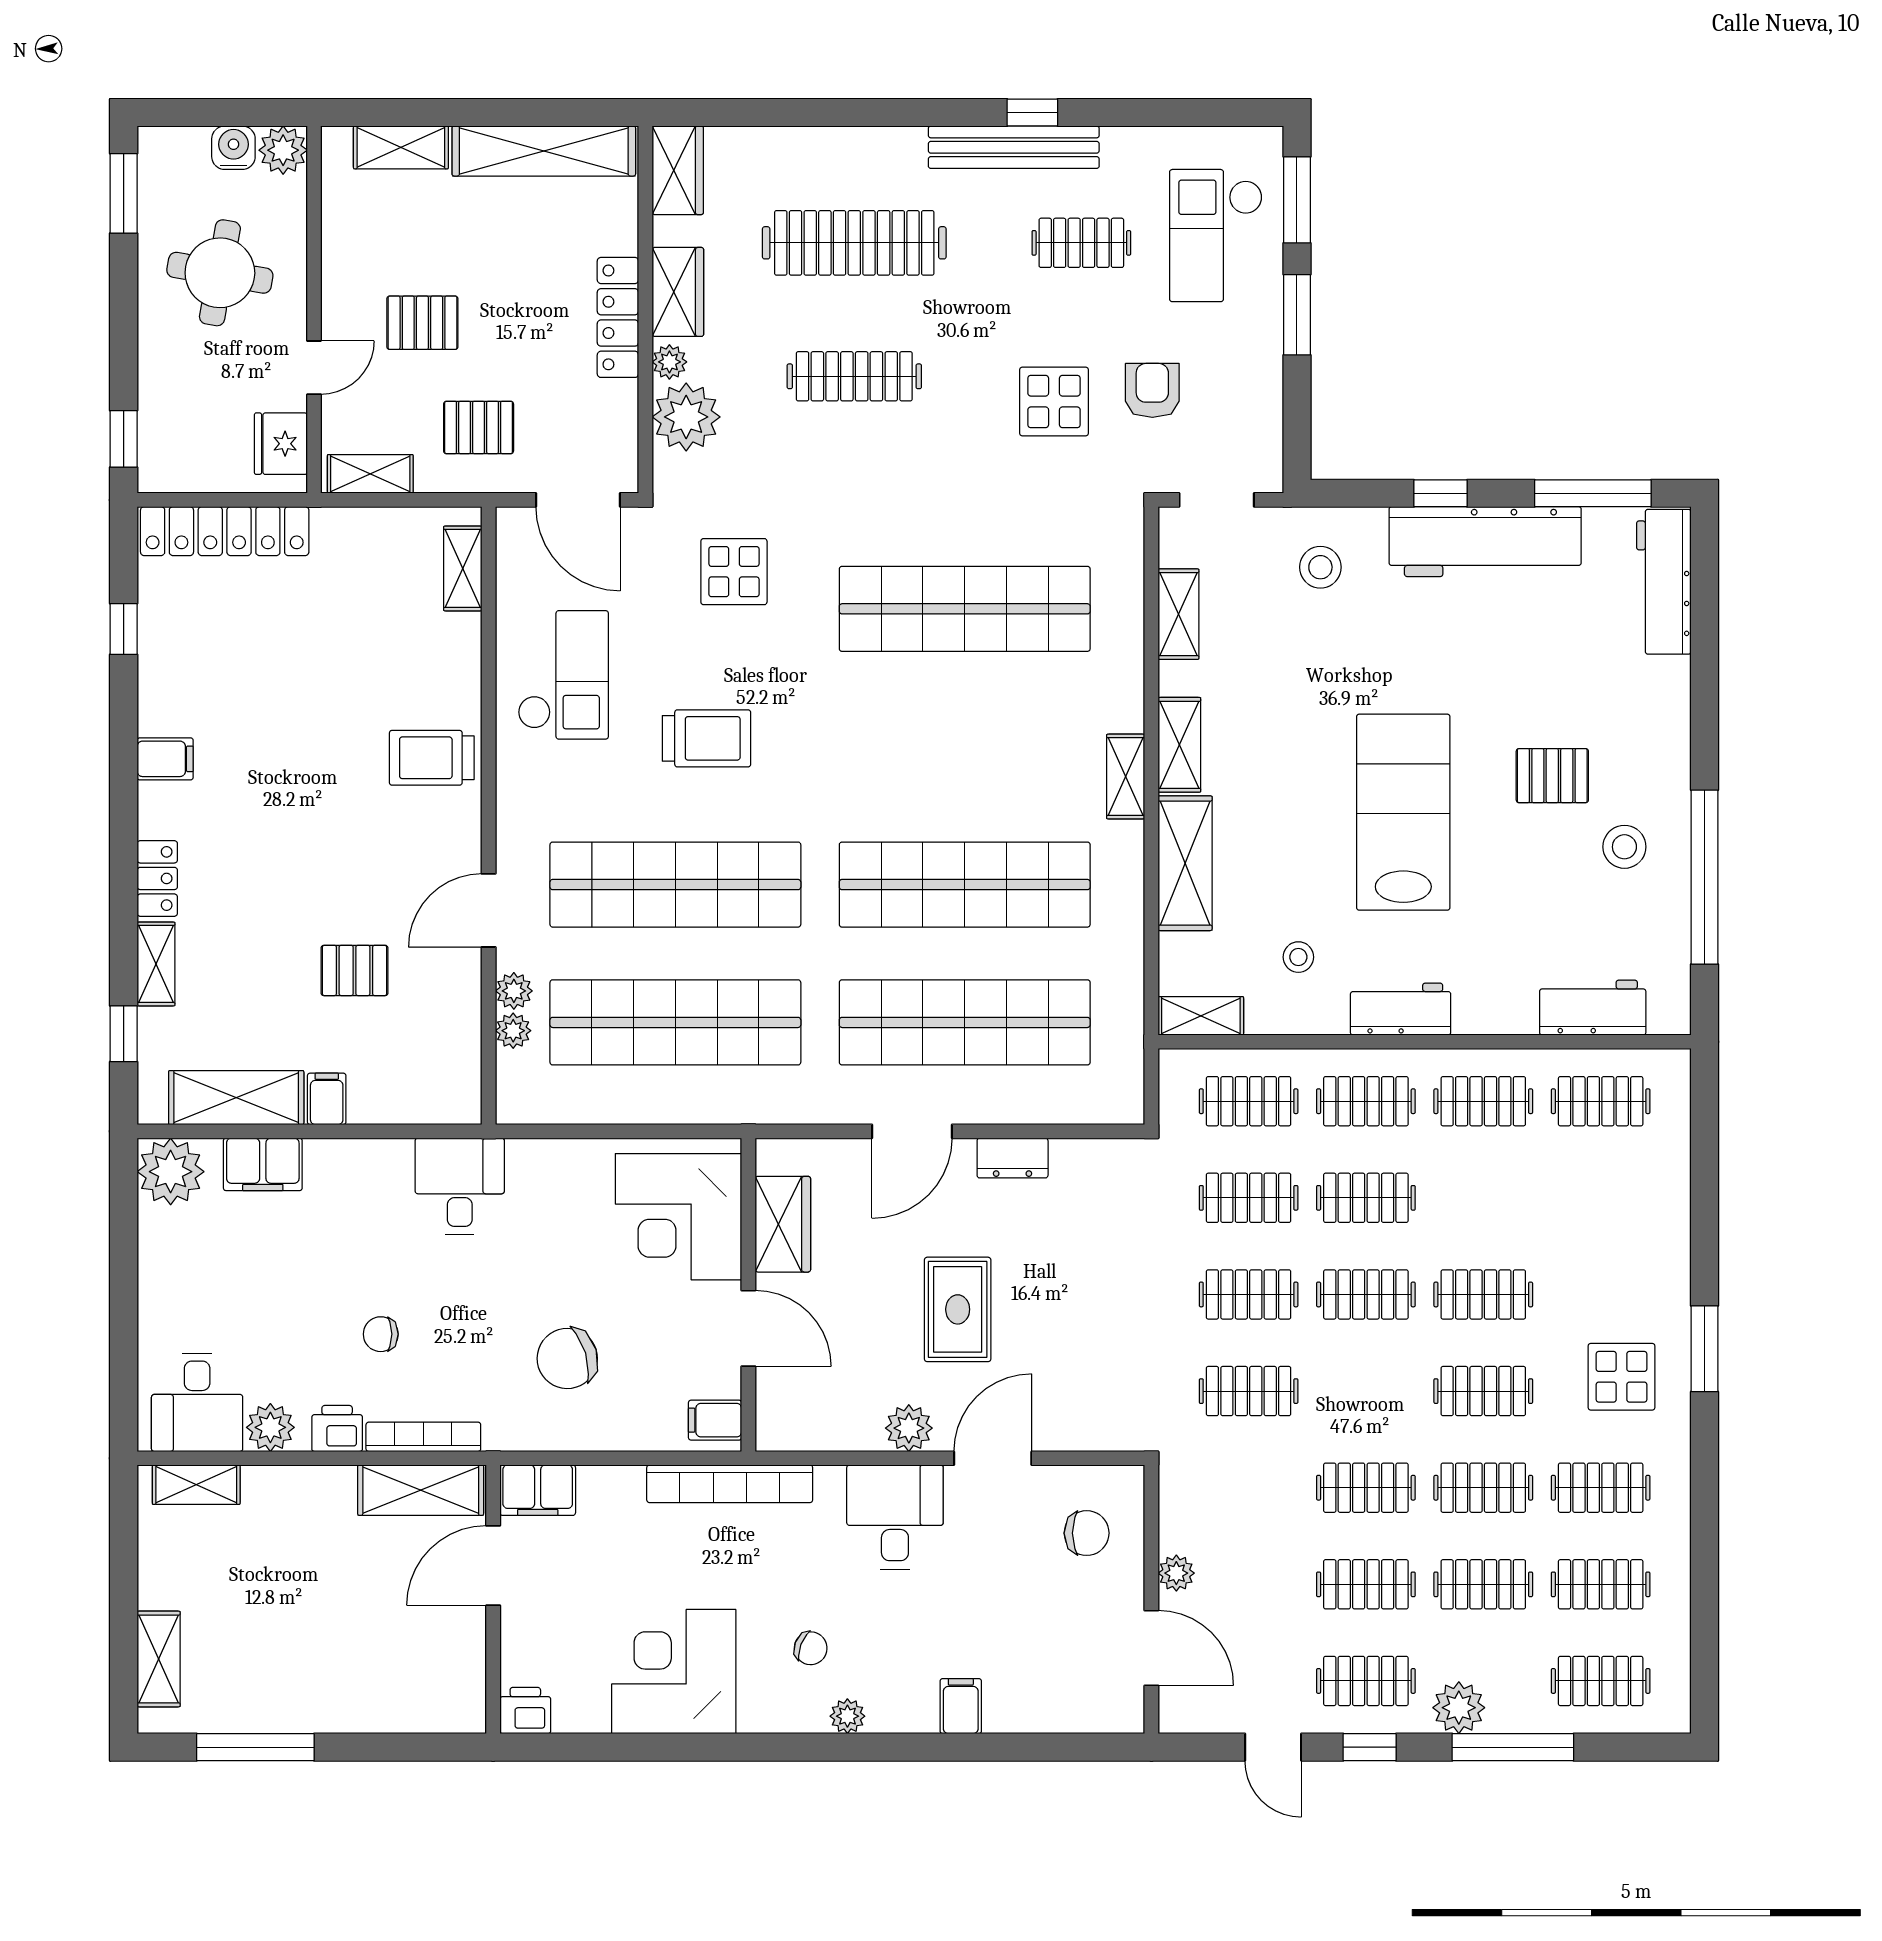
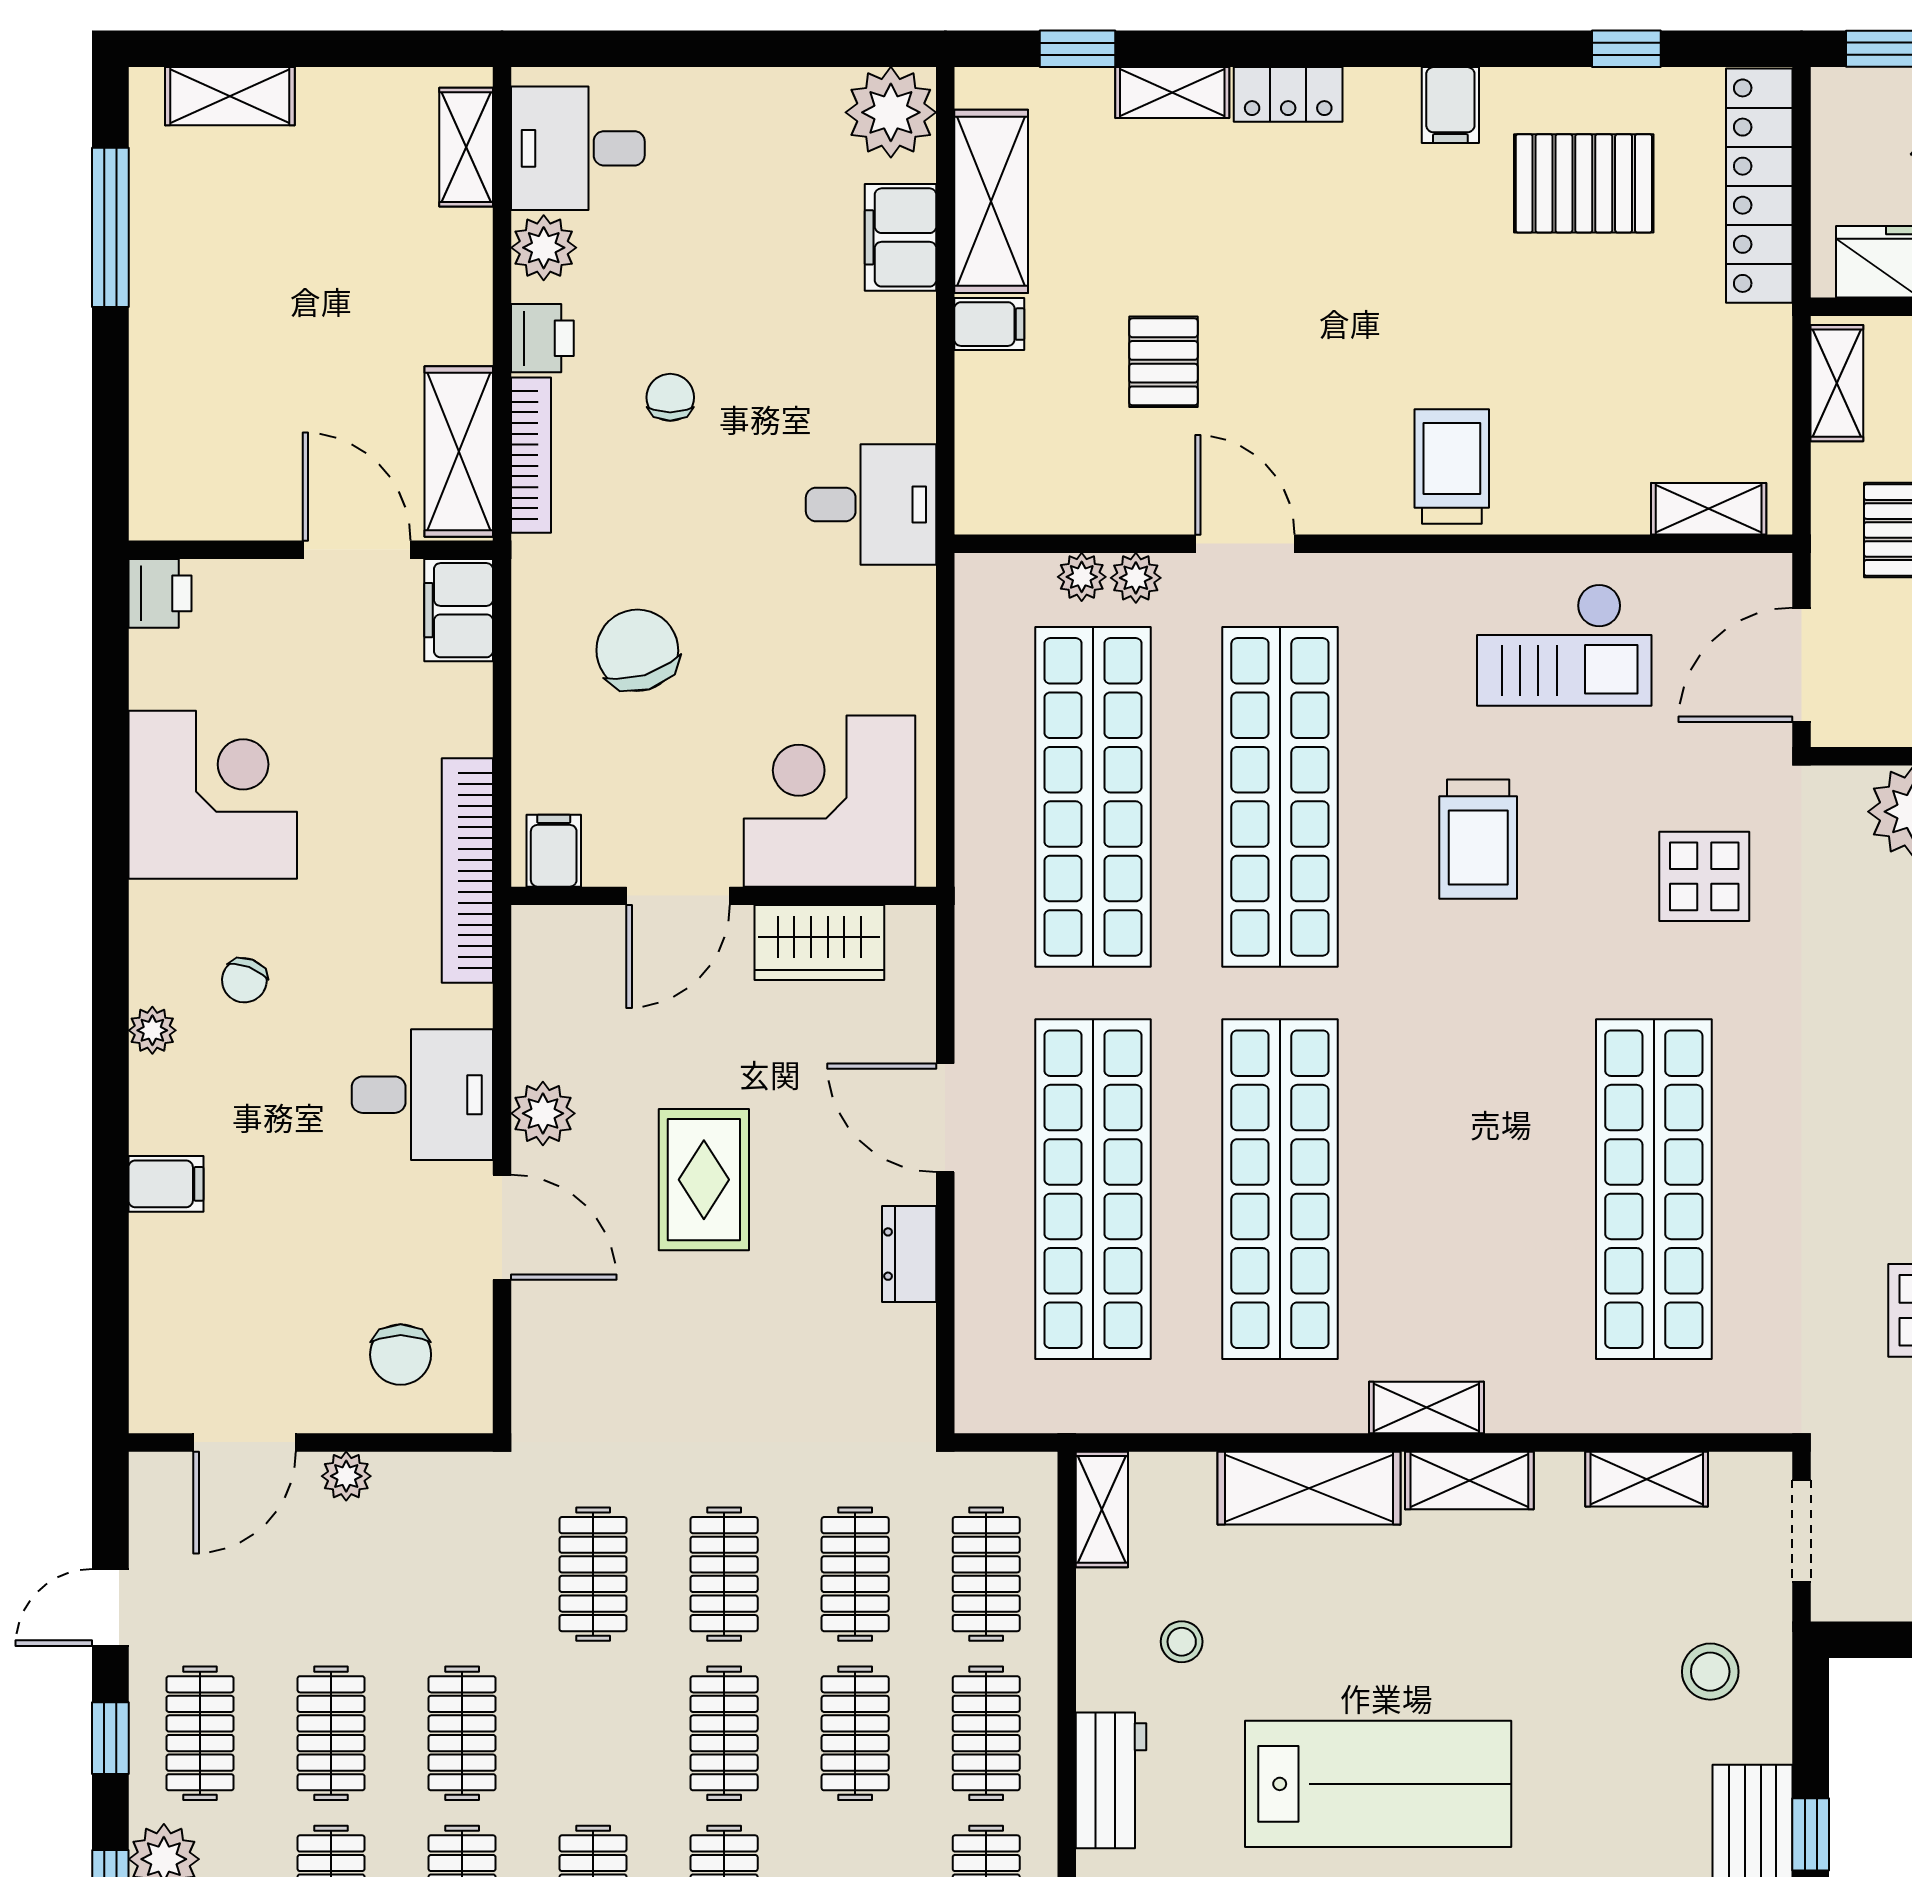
pallet: (223, 660) -> (1584, 183), added
rug: (958, 1309) -> (704, 1180), turned 90

